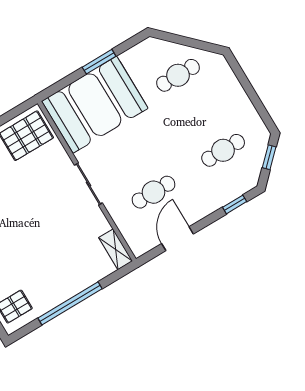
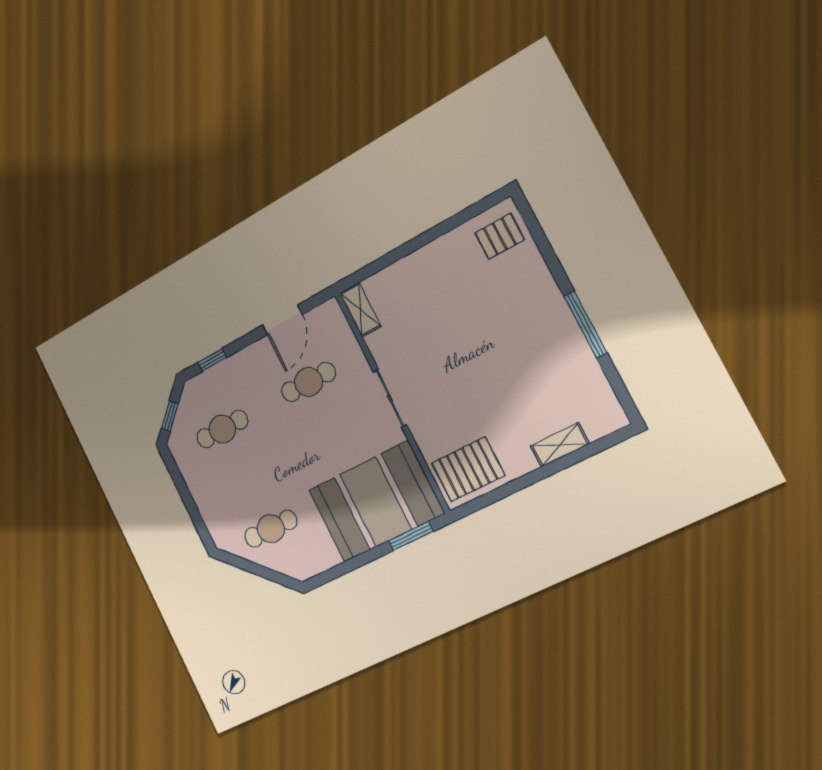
window: (99, 62) -> (411, 536), moved
window: (70, 303) -> (424, 239), removed

